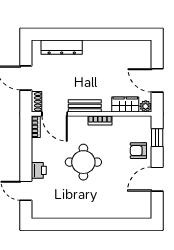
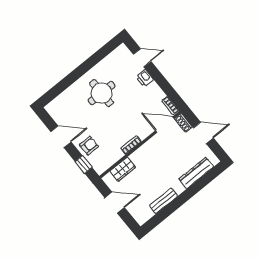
bench: (85, 106) -> (164, 201), moved
plant: (146, 106) -> (108, 179), removed
round table: (83, 162) -> (102, 93), moved
door: (157, 179) -> (61, 137), hinge flipped

